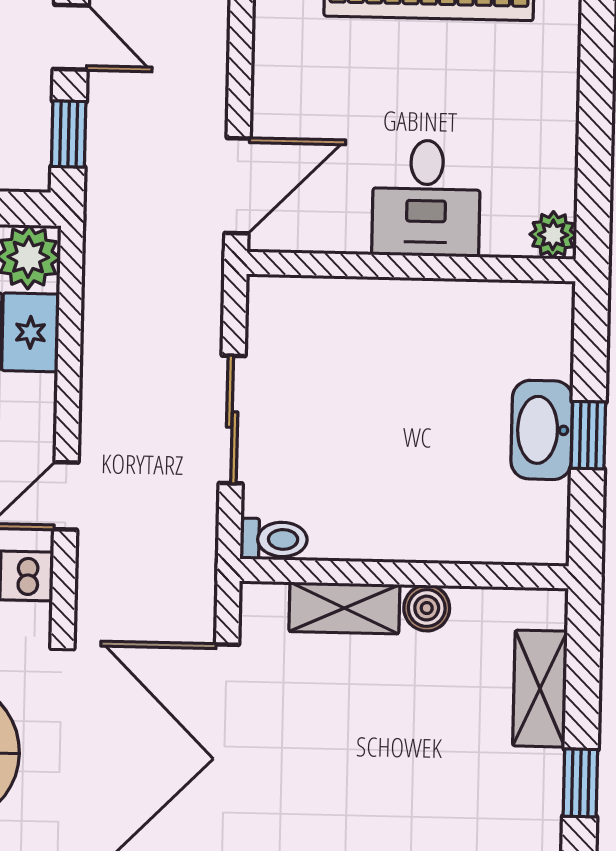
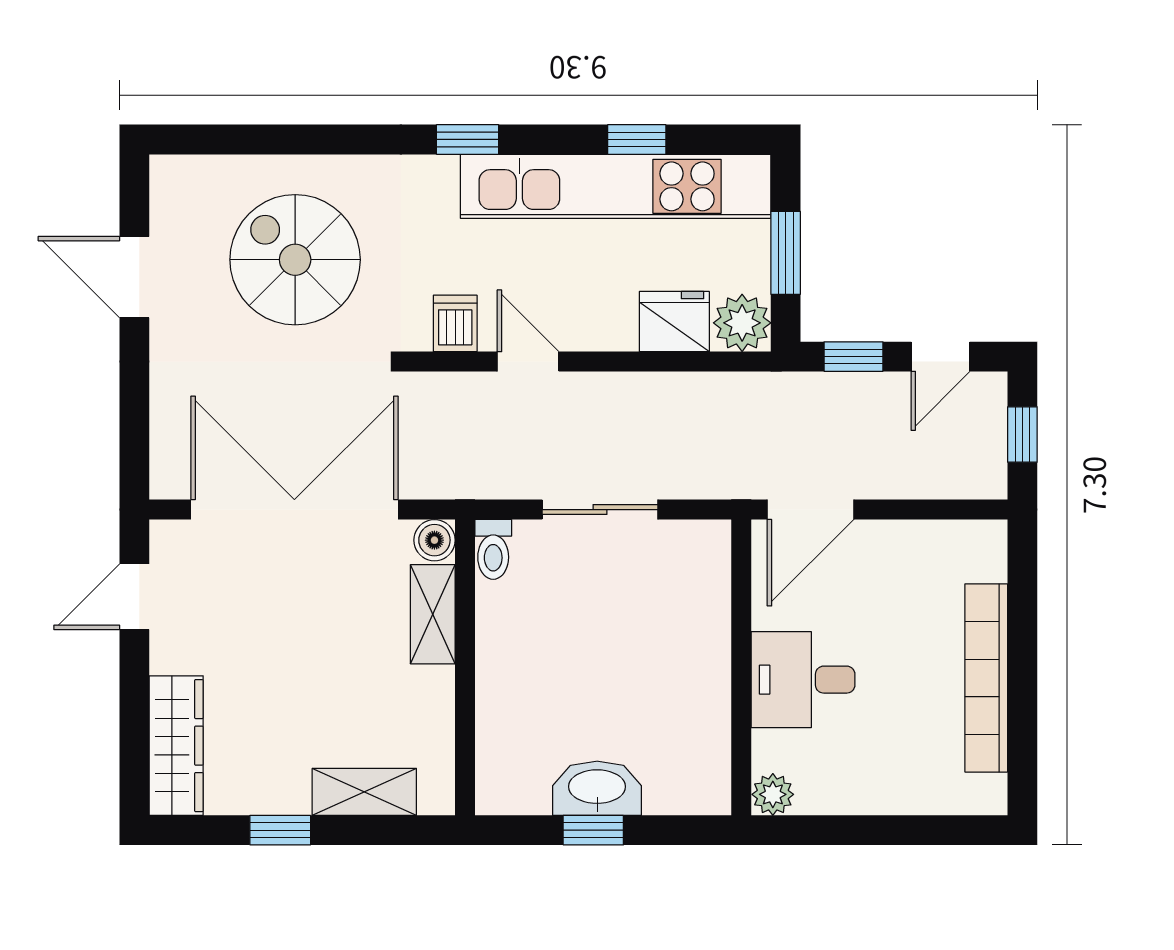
door: (237, 186) -> (811, 510), hinge flipped
boiler: (427, 608) -> (434, 540), moved

